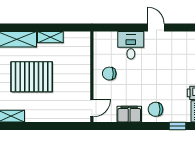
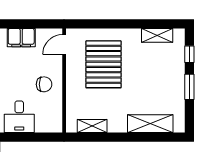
shelving: (50, 37) -> (92, 126), moved
pallet: (32, 77) -> (103, 64), moved, turned 90

